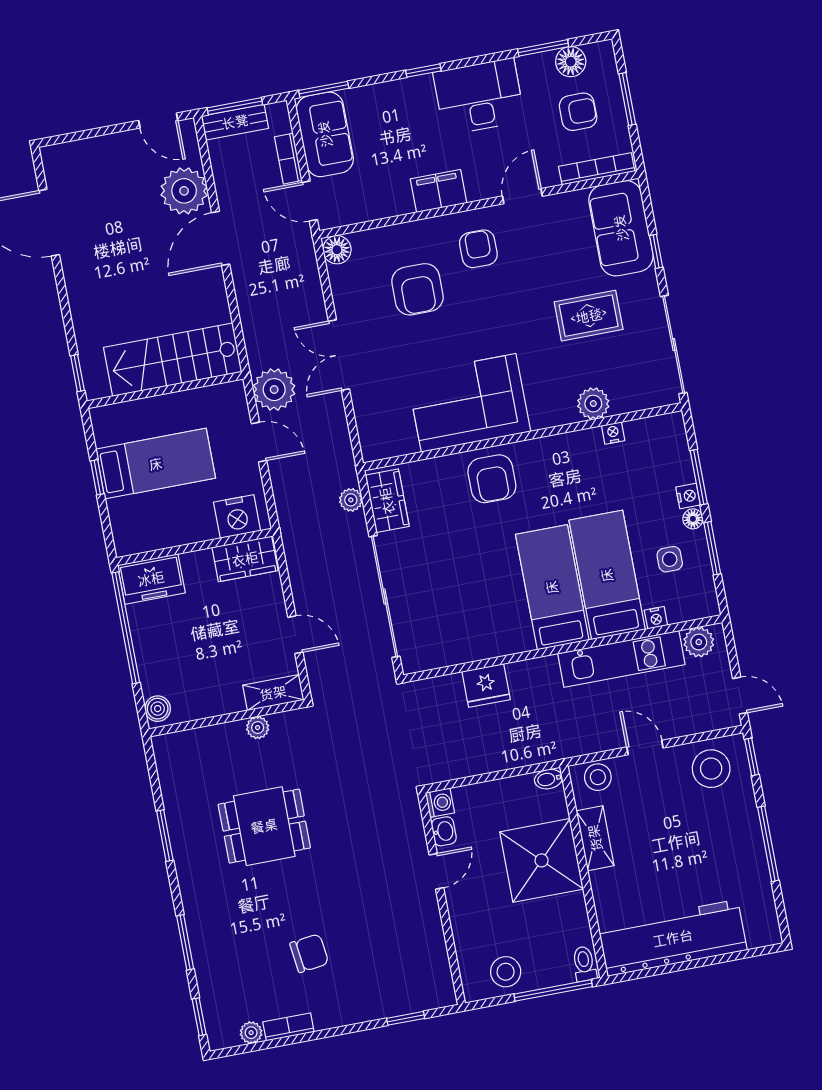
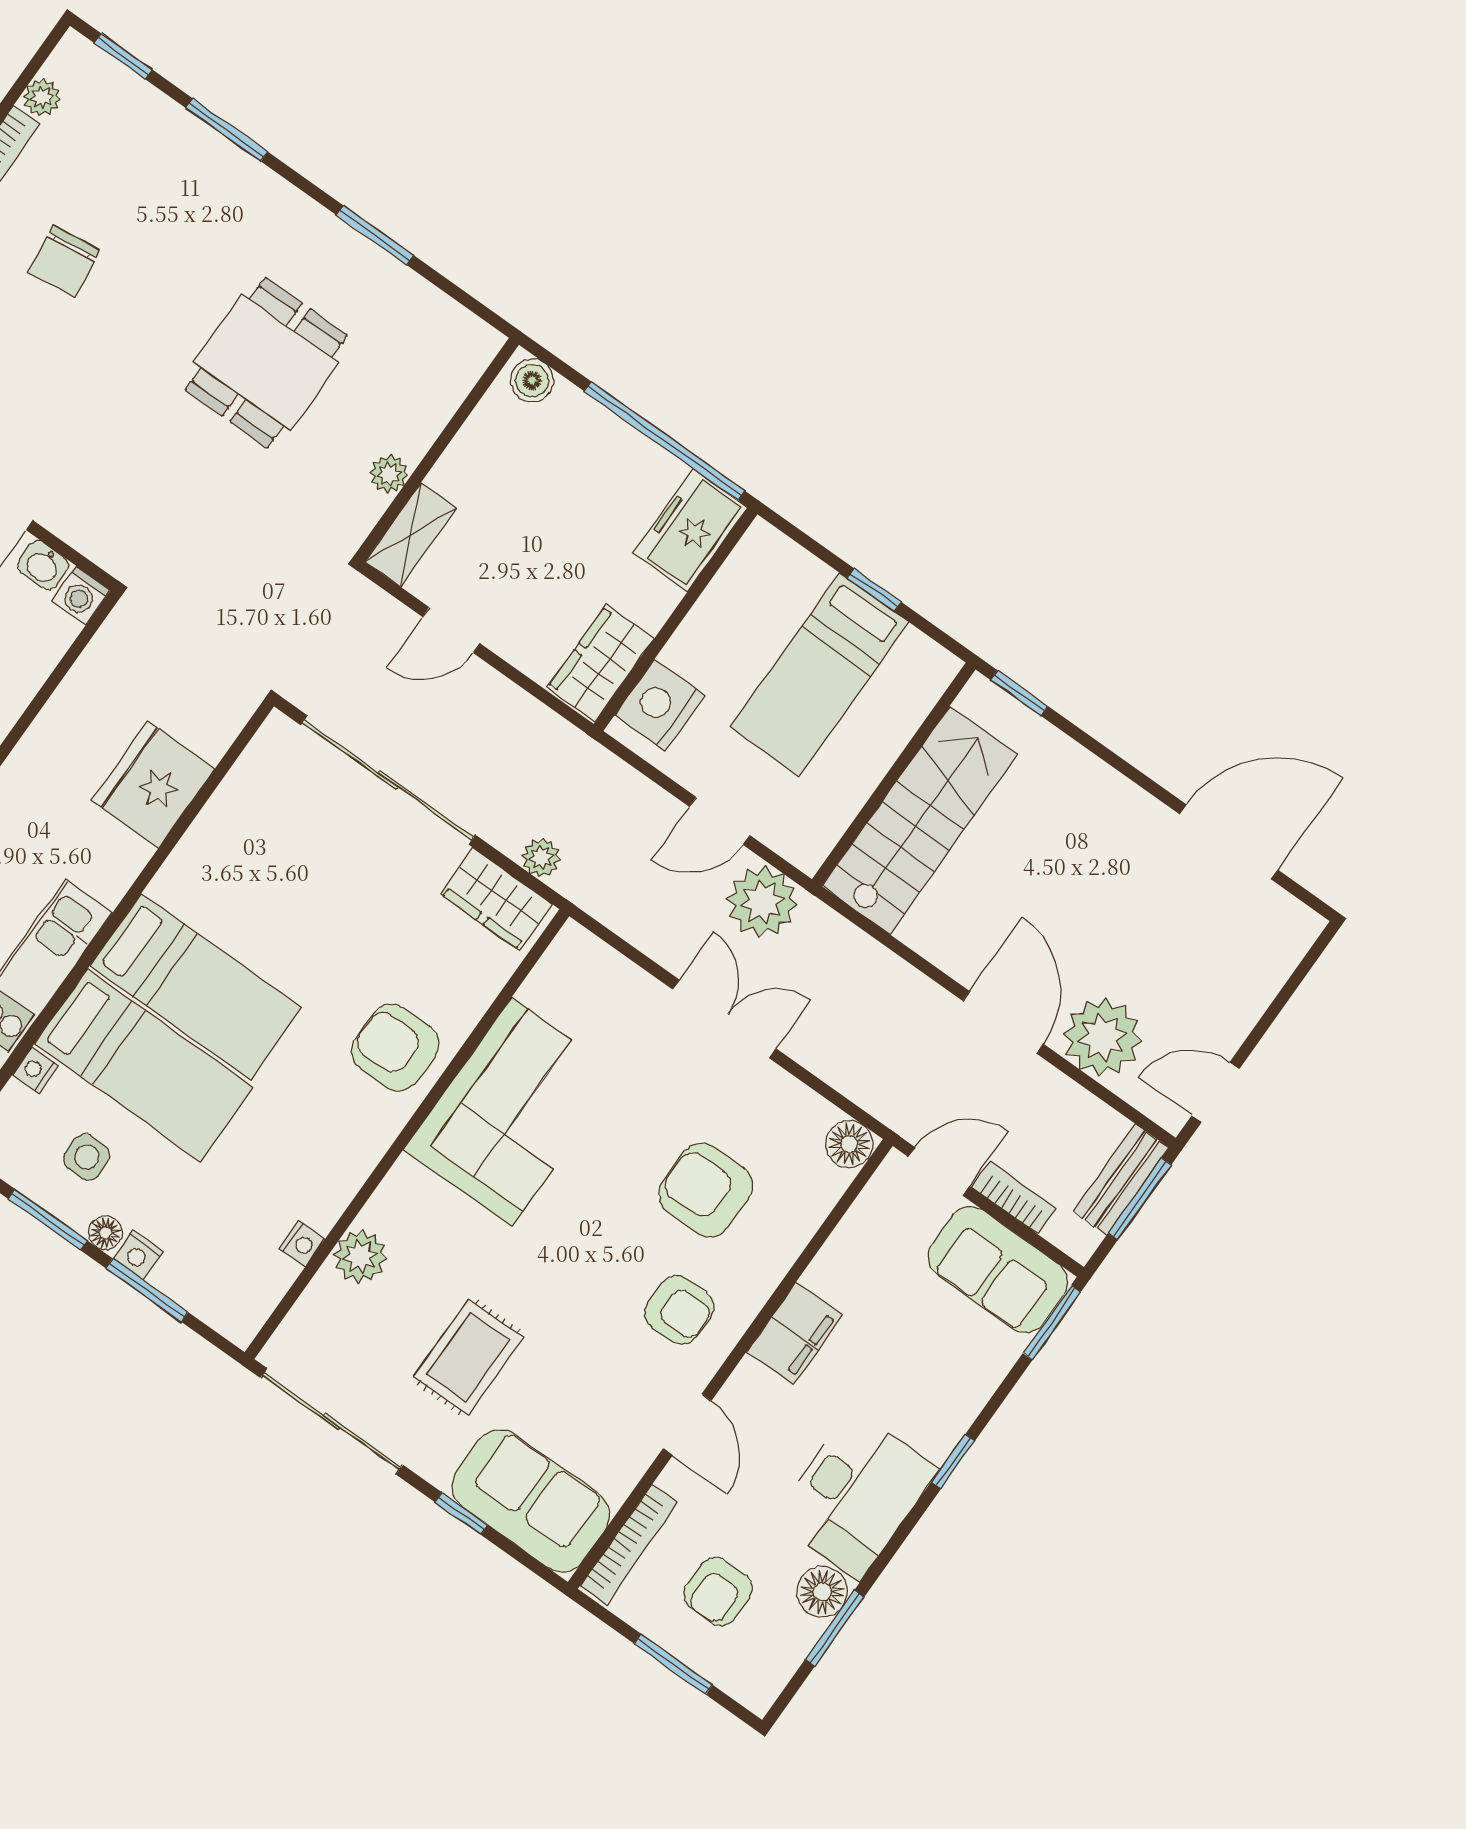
floor lamp: (571, 62) -> (822, 1592), moved
fridge: (486, 685) -> (153, 785), width x1.36, depth x1.34

